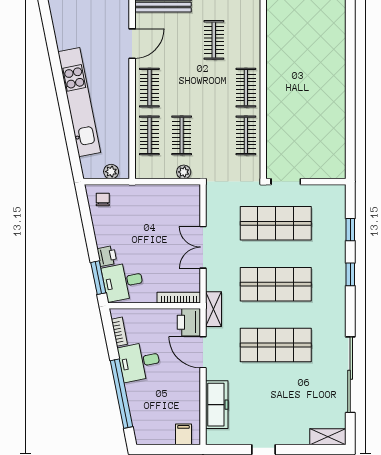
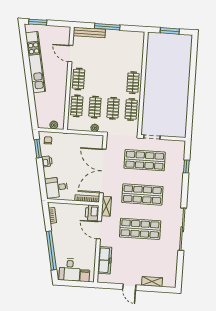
clothes rail: (214, 40) -> (113, 108), moved
door: (132, 44) -> (70, 54), swing flipped
kitchen unit: (79, 102) -> (35, 62), moved
double door: (203, 247) -> (103, 171), width x1.87
printer: (107, 256) -> (47, 161), moved
window: (350, 274) -> (185, 192), removed
window: (98, 278) -> (38, 149), moved
desk: (139, 362) -> (70, 270), moved, turned -79
sliding door: (350, 375) -> (182, 229), moved
shelving: (328, 437) -> (152, 282), moved

